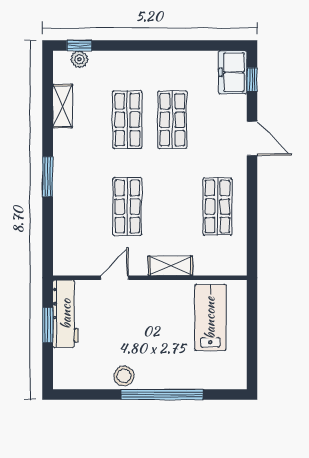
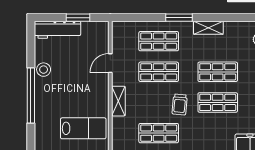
shelving: (63, 106) -> (208, 28), moved
trolley: (175, 176) -> (180, 105), added
shop shelf: (82, 207) -> (159, 41), added
door: (115, 278) -> (110, 63), swing flipped
workbench: (66, 314) -> (58, 30), moved

